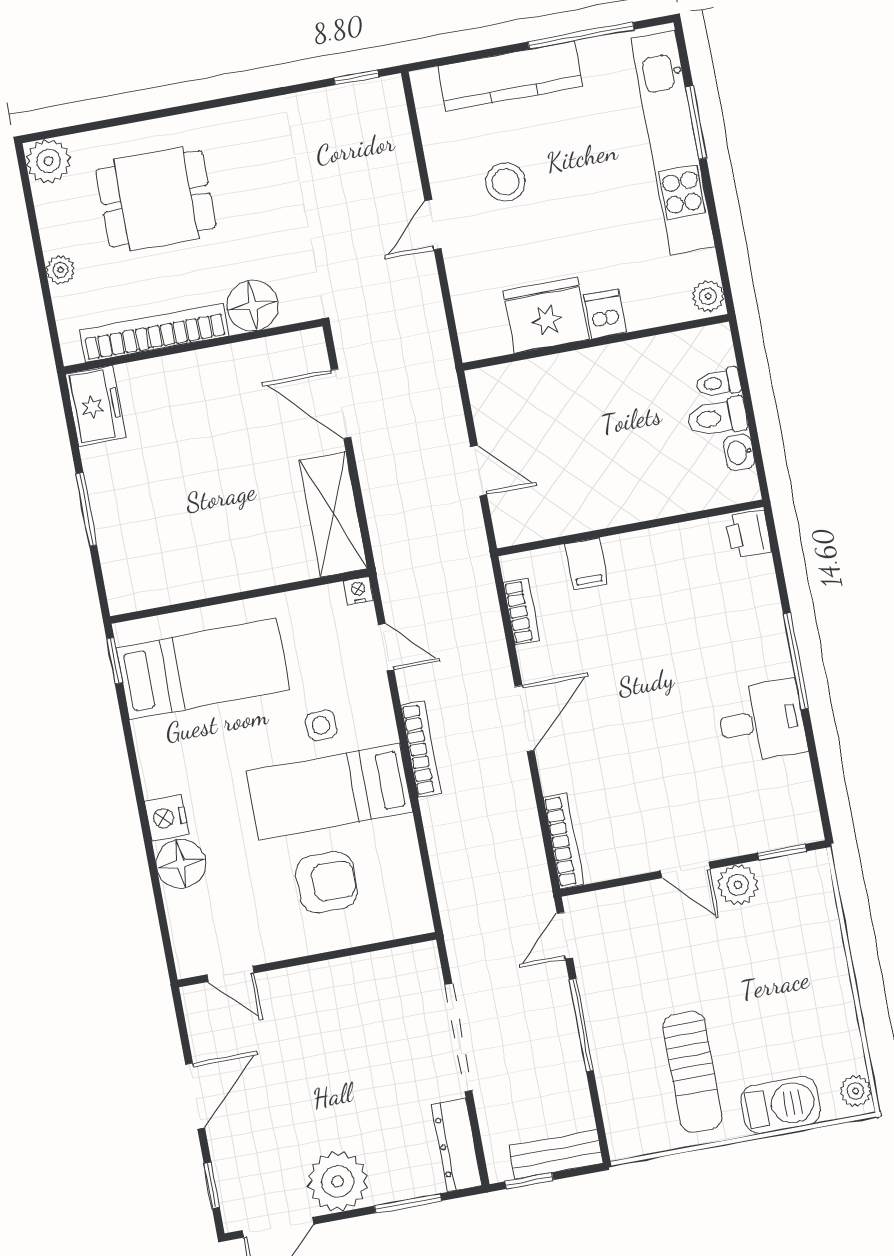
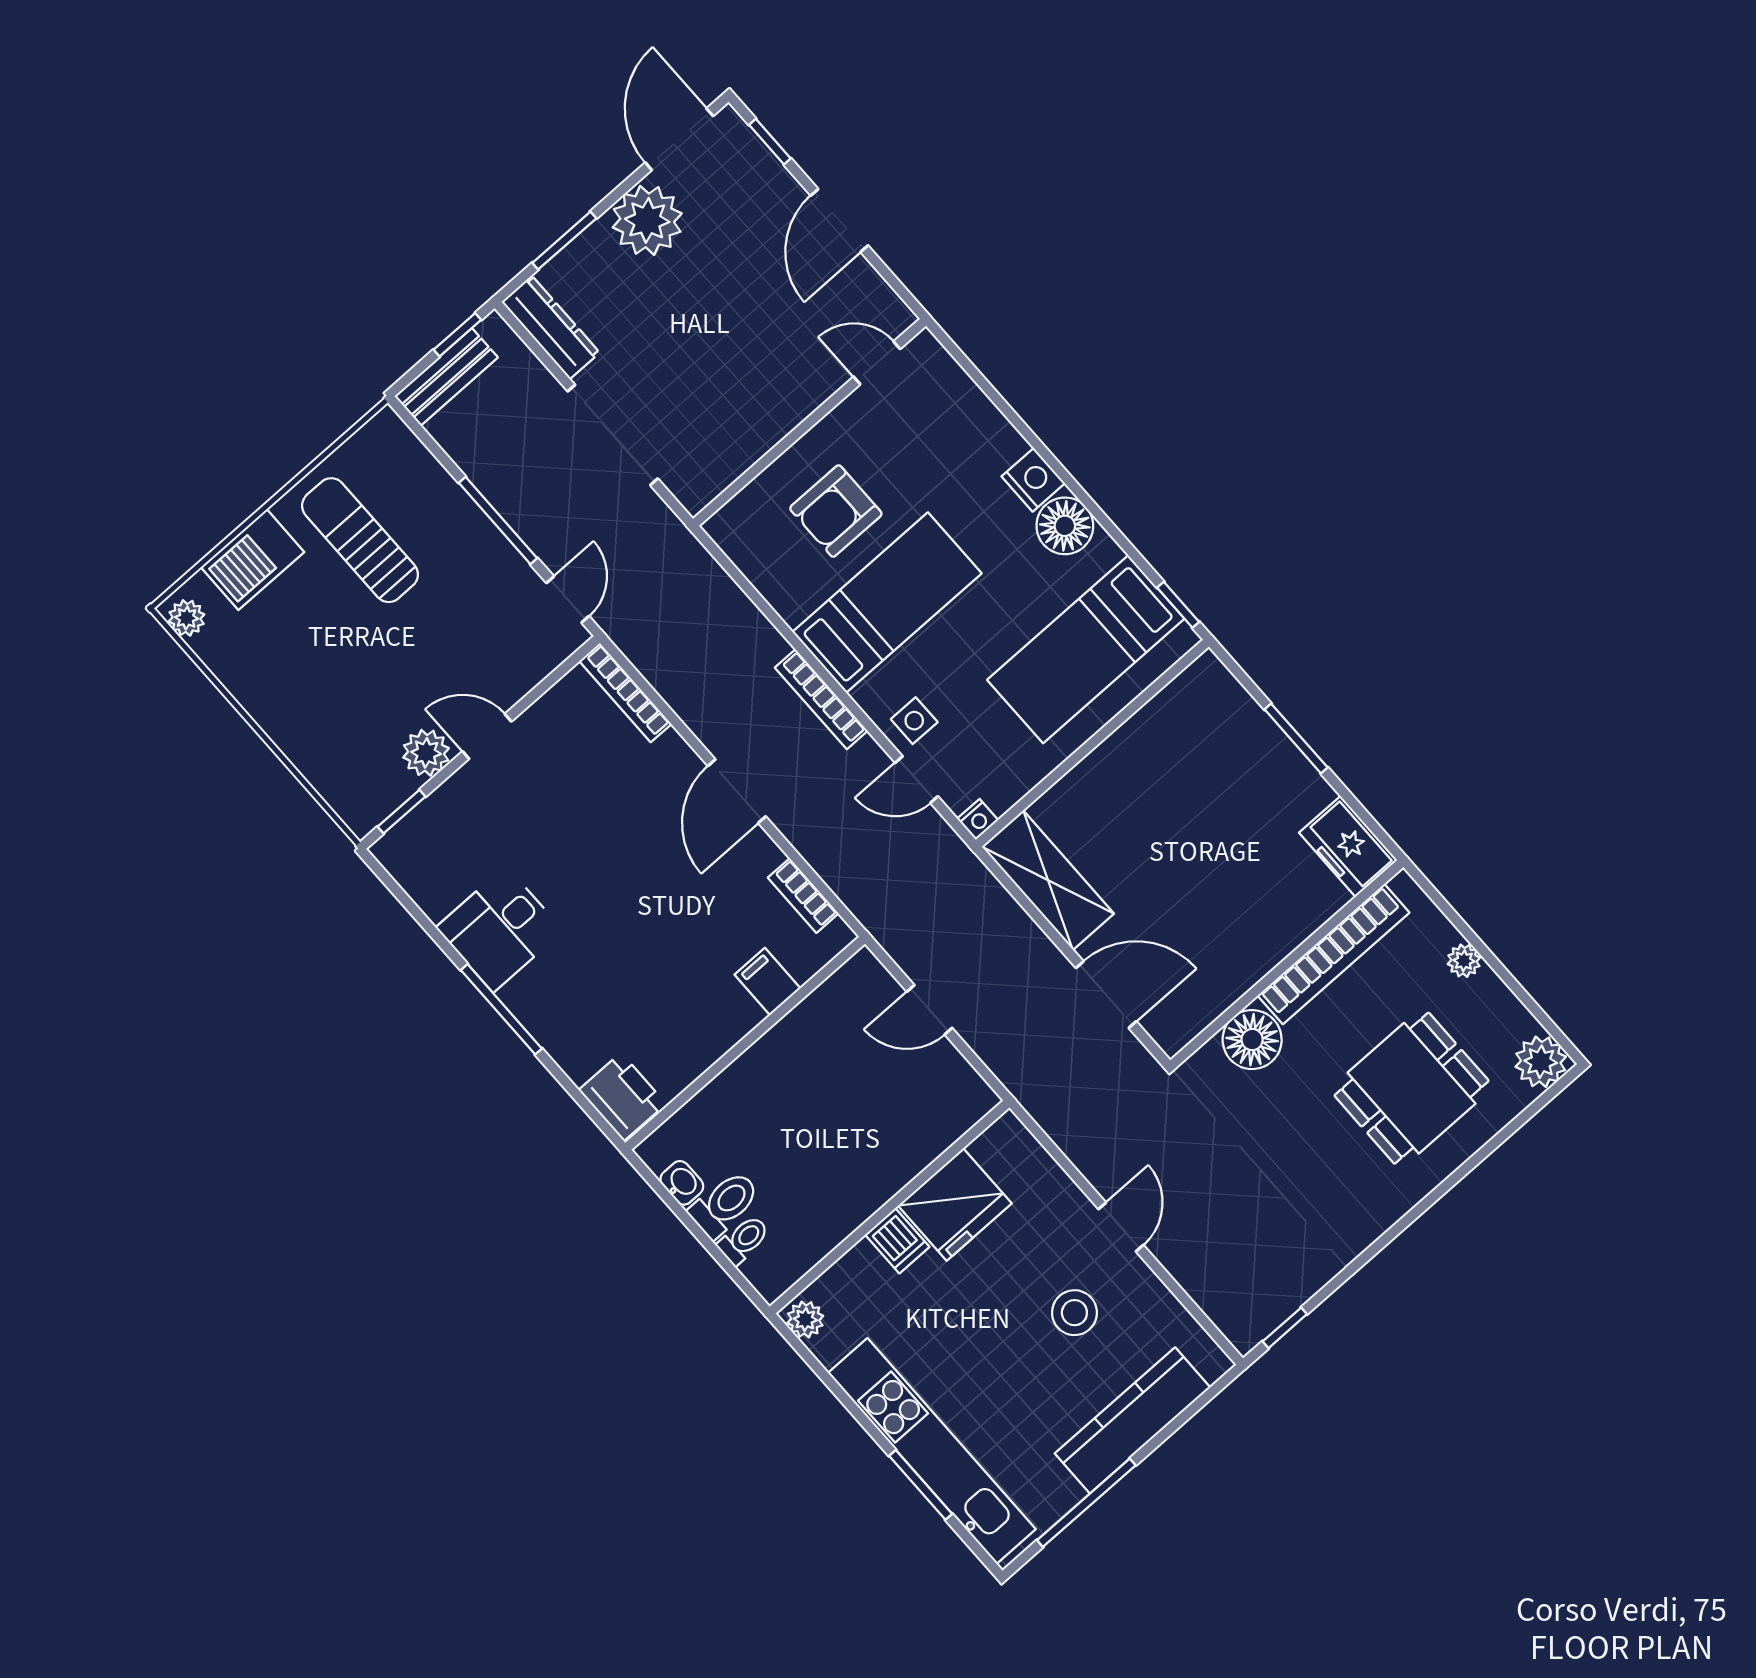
printer: (748, 534) -> (622, 1097), width x1.36, depth x1.24
side table: (321, 725) -> (914, 721), moved
floor lamp: (181, 864) -> (1065, 526), moved

